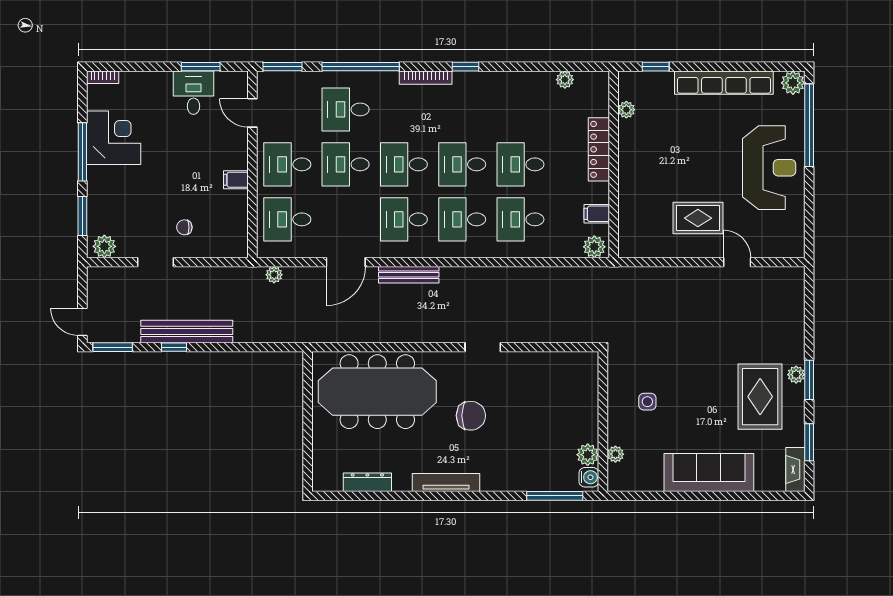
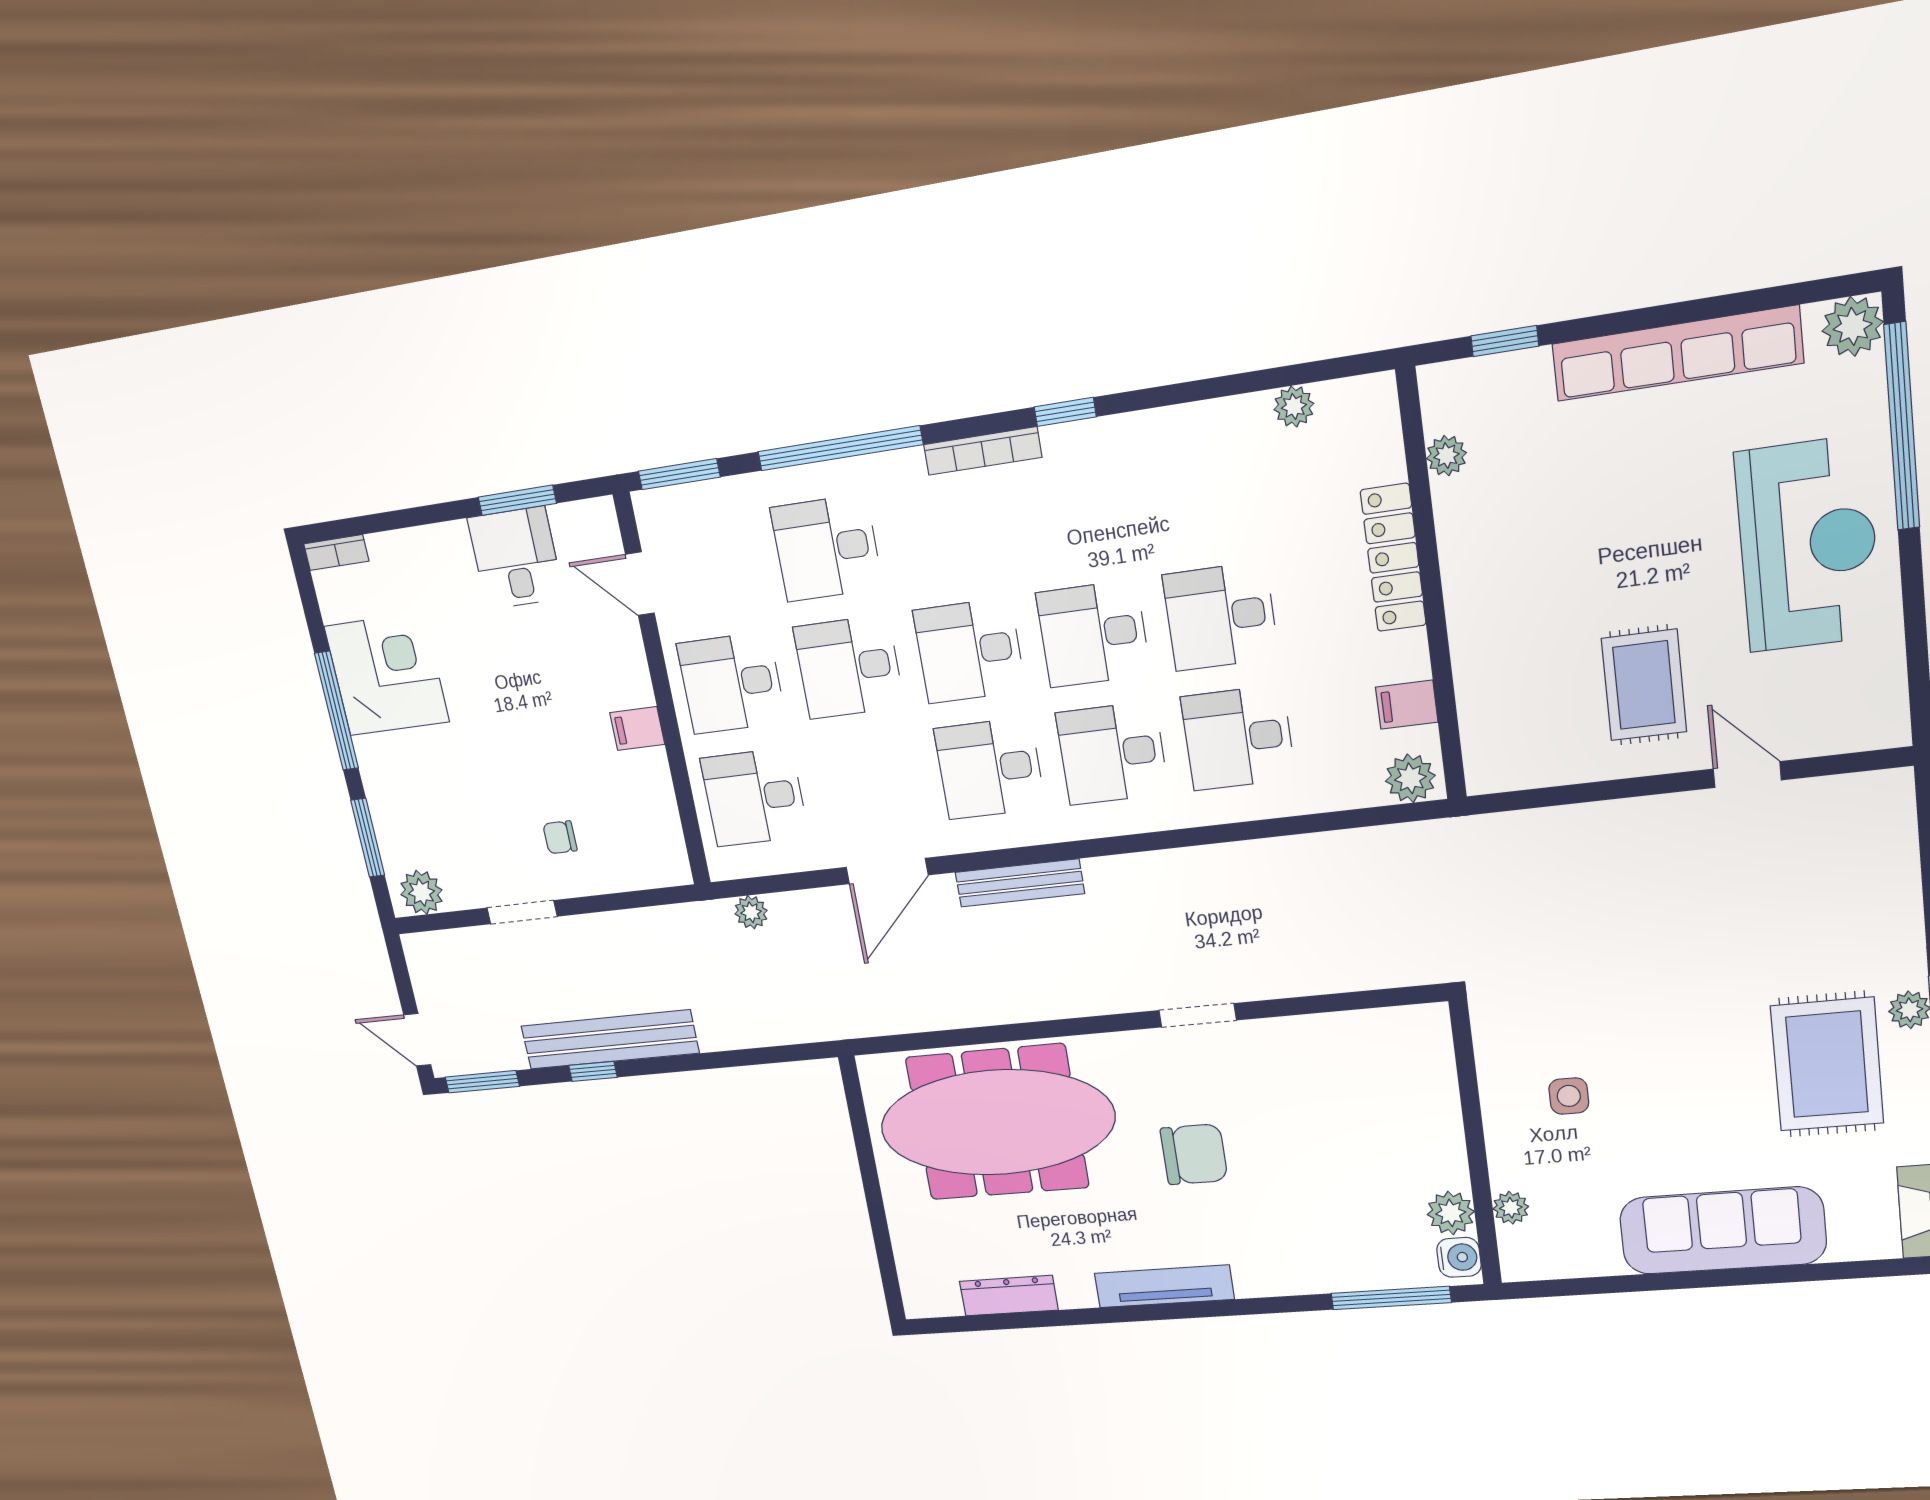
rug: (698, 218) -> (1644, 685), turned 90

